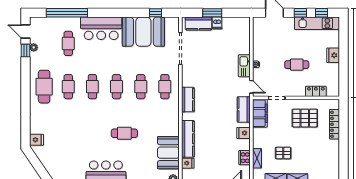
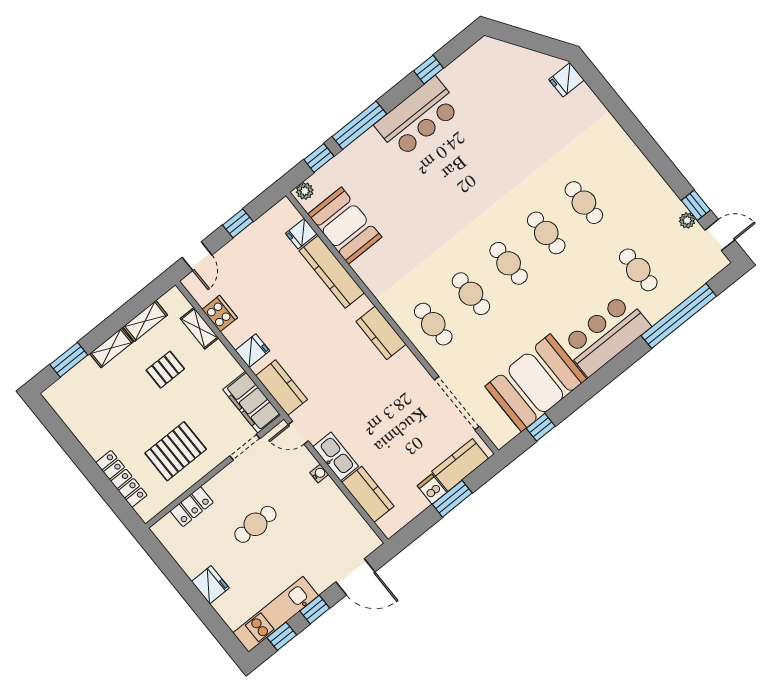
kitchen counter: (244, 41) -> (368, 494), added
cafe table: (44, 87) -> (622, 172), removed
cafe table: (124, 133) -> (438, 200), removed

